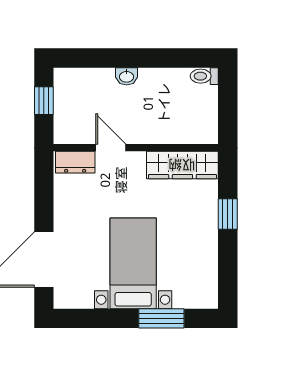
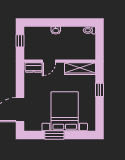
door: (111, 148) -> (49, 61), swing flipped
bed with nightstands: (133, 263) -> (65, 111), width x1.36
window: (161, 318) -> (54, 135), moved

